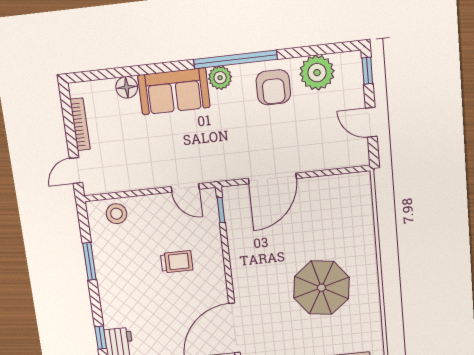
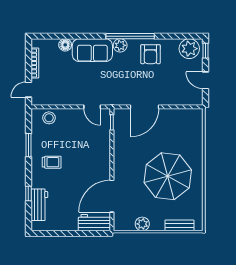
plant: (317, 73) -> (189, 49), moved
trolley: (177, 262) -> (52, 162), moved
parasol: (321, 288) -> (168, 176), width x1.36, depth x1.36

